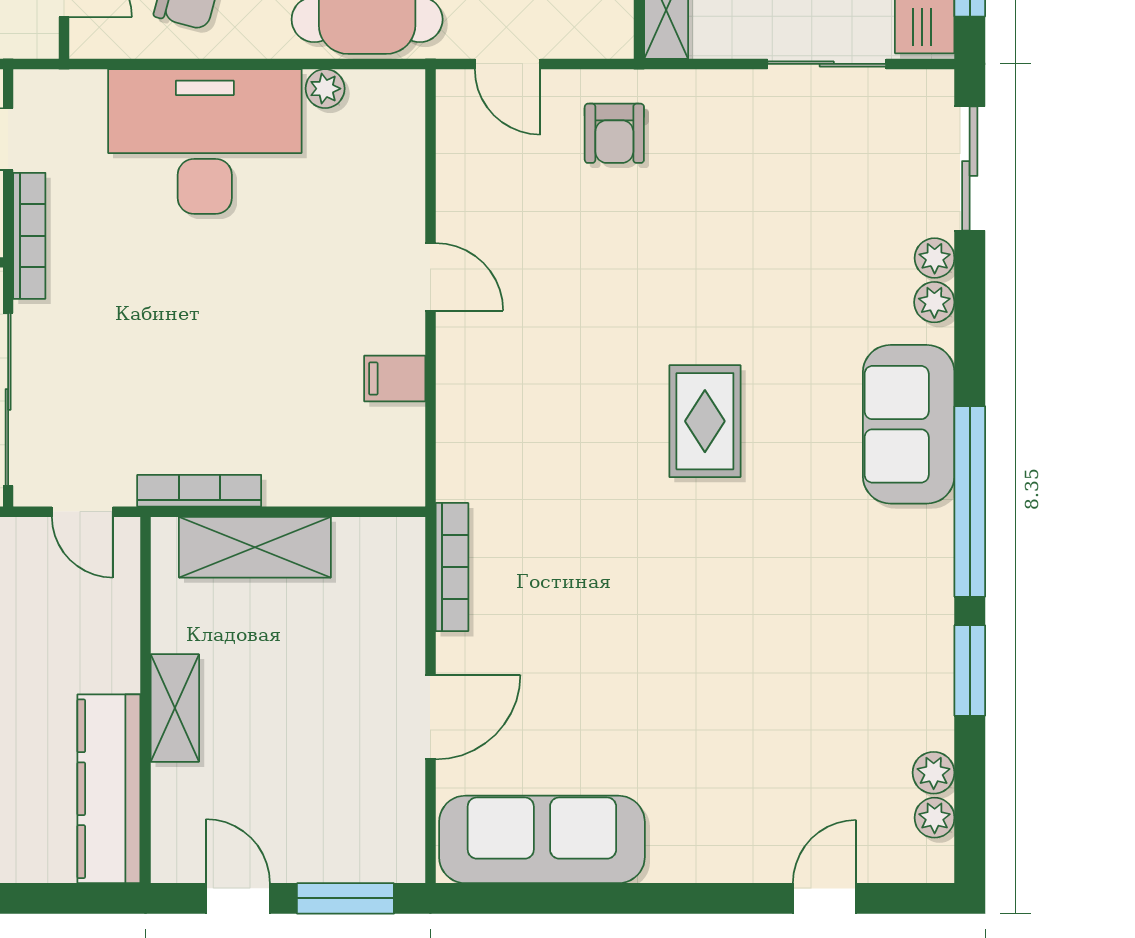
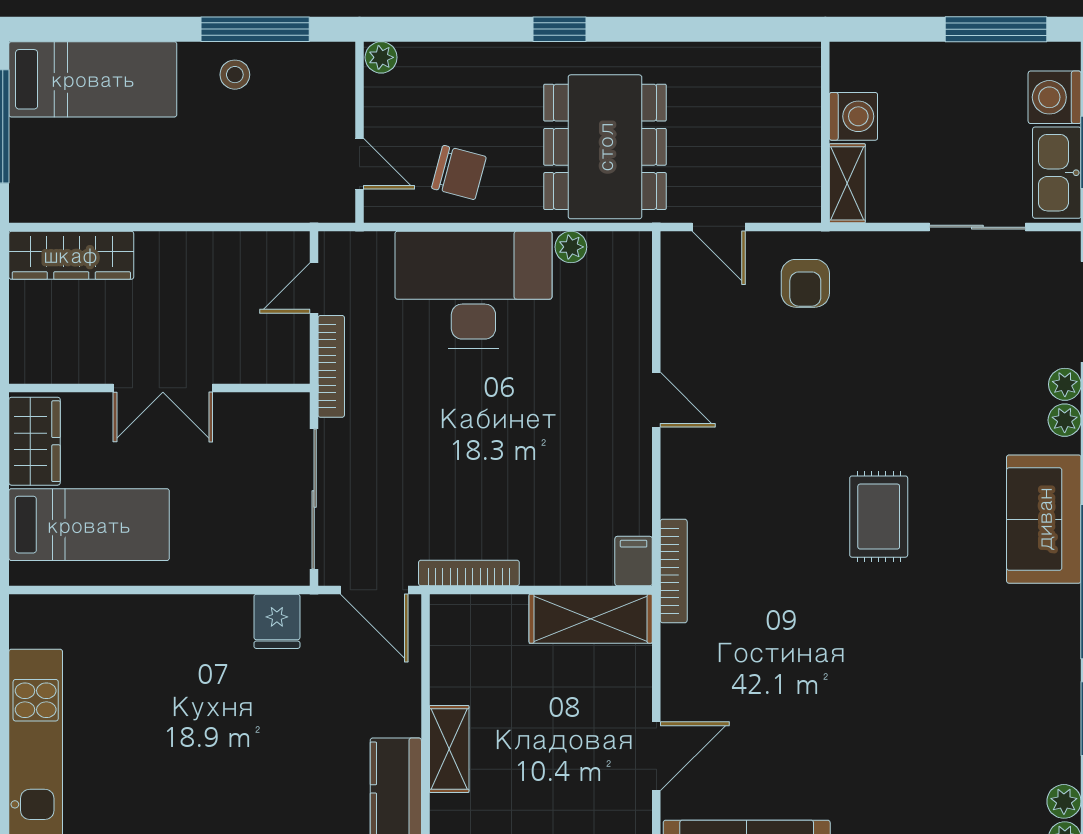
filing cabinet: (395, 379) -> (634, 561), moved, turned 90
door: (82, 512) -> (374, 590), width x1.38
shelving: (255, 547) -> (591, 619), moved
bookcase: (452, 567) -> (674, 571), moved

